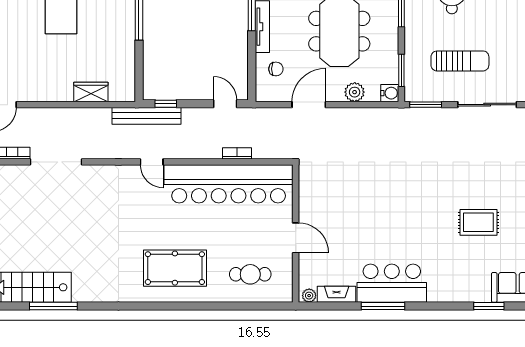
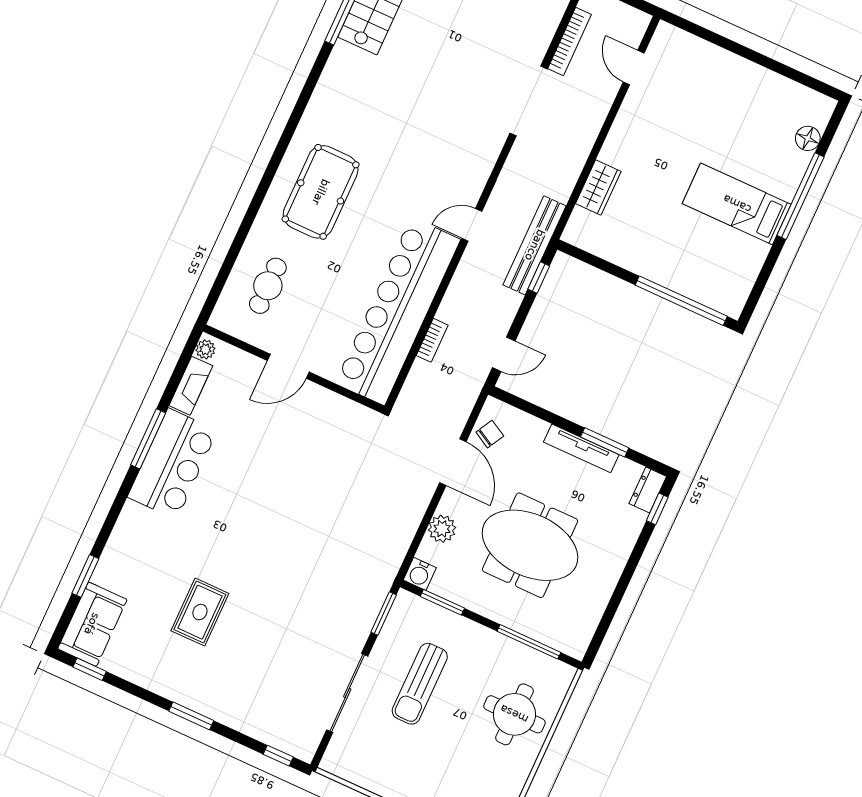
chair: (276, 69) -> (490, 434), moved, turned -151

